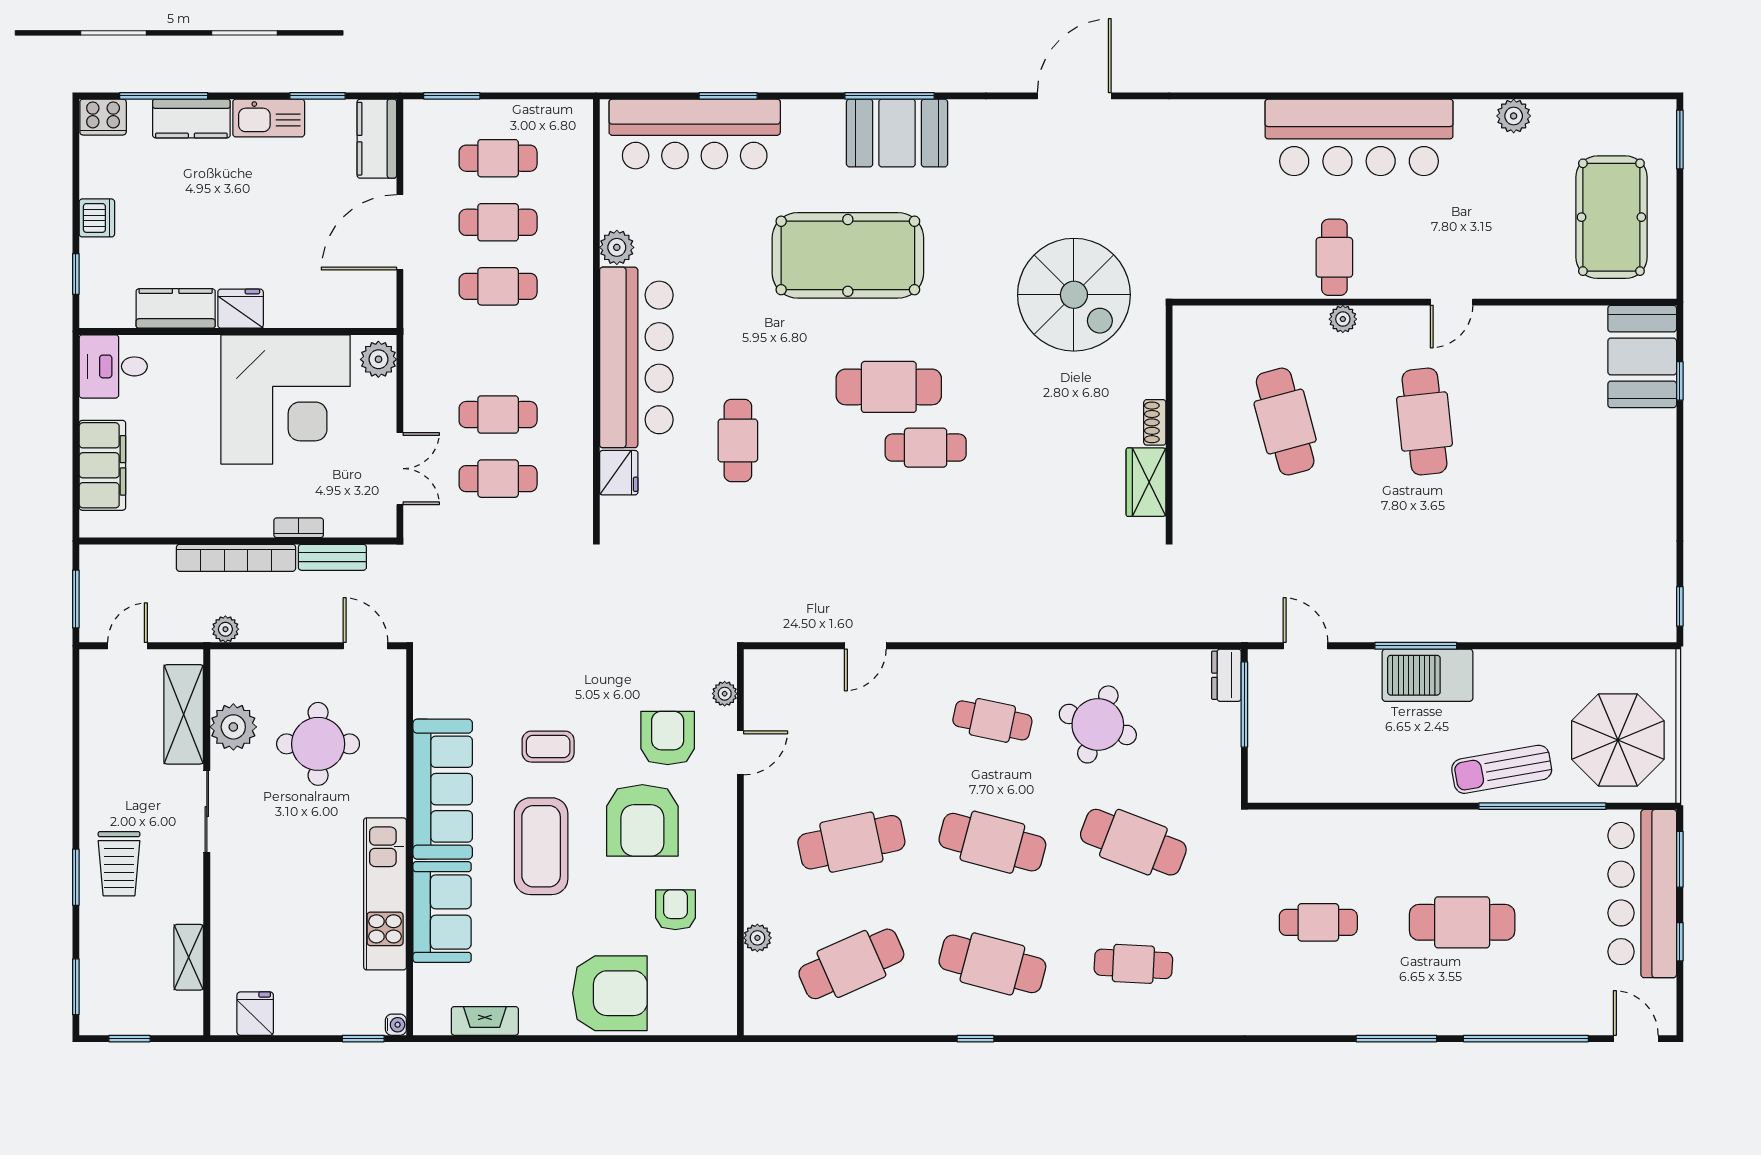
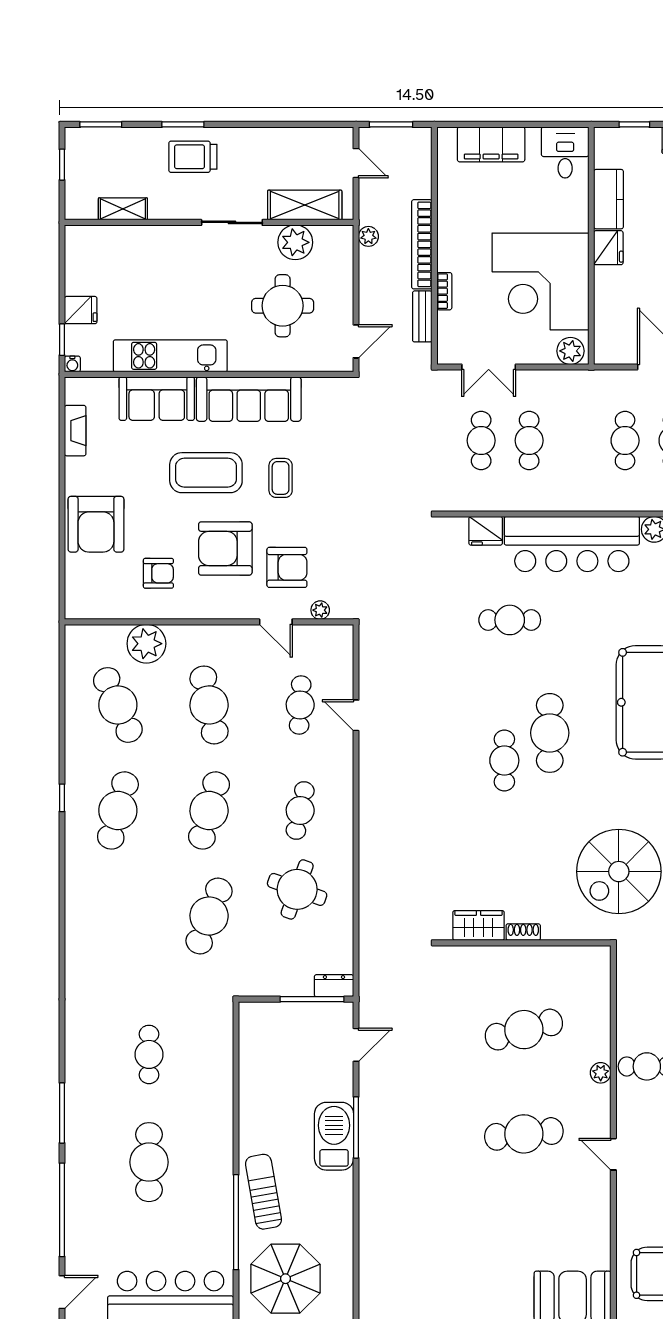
plant: (757, 938) -> (146, 644), width x1.88, depth x1.88
cafe table: (1133, 964) -> (300, 705), moved
fridge: (255, 1014) -> (81, 310), moved

